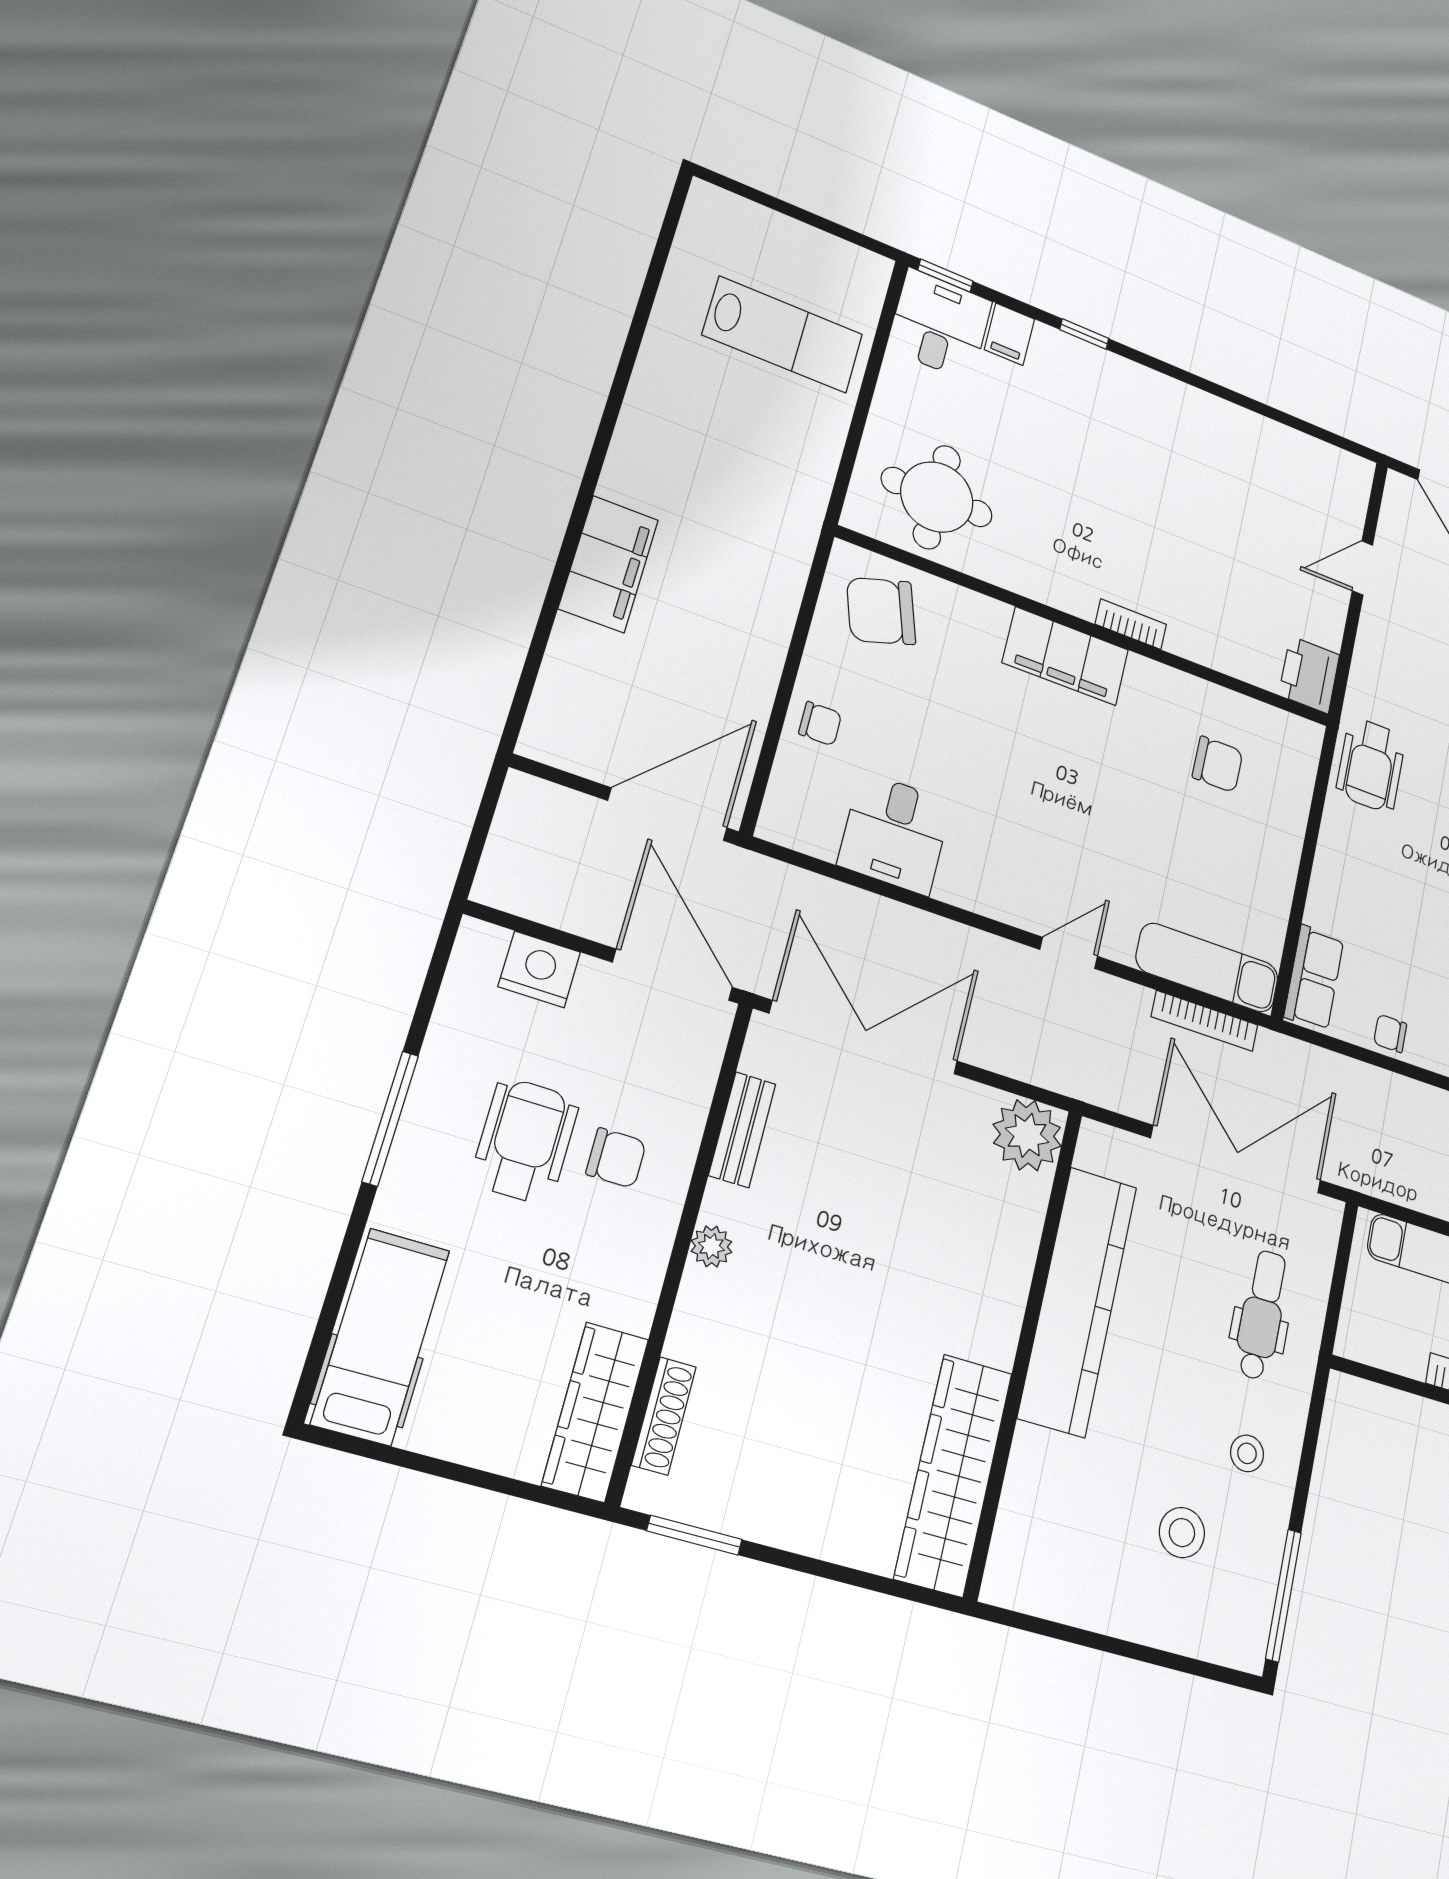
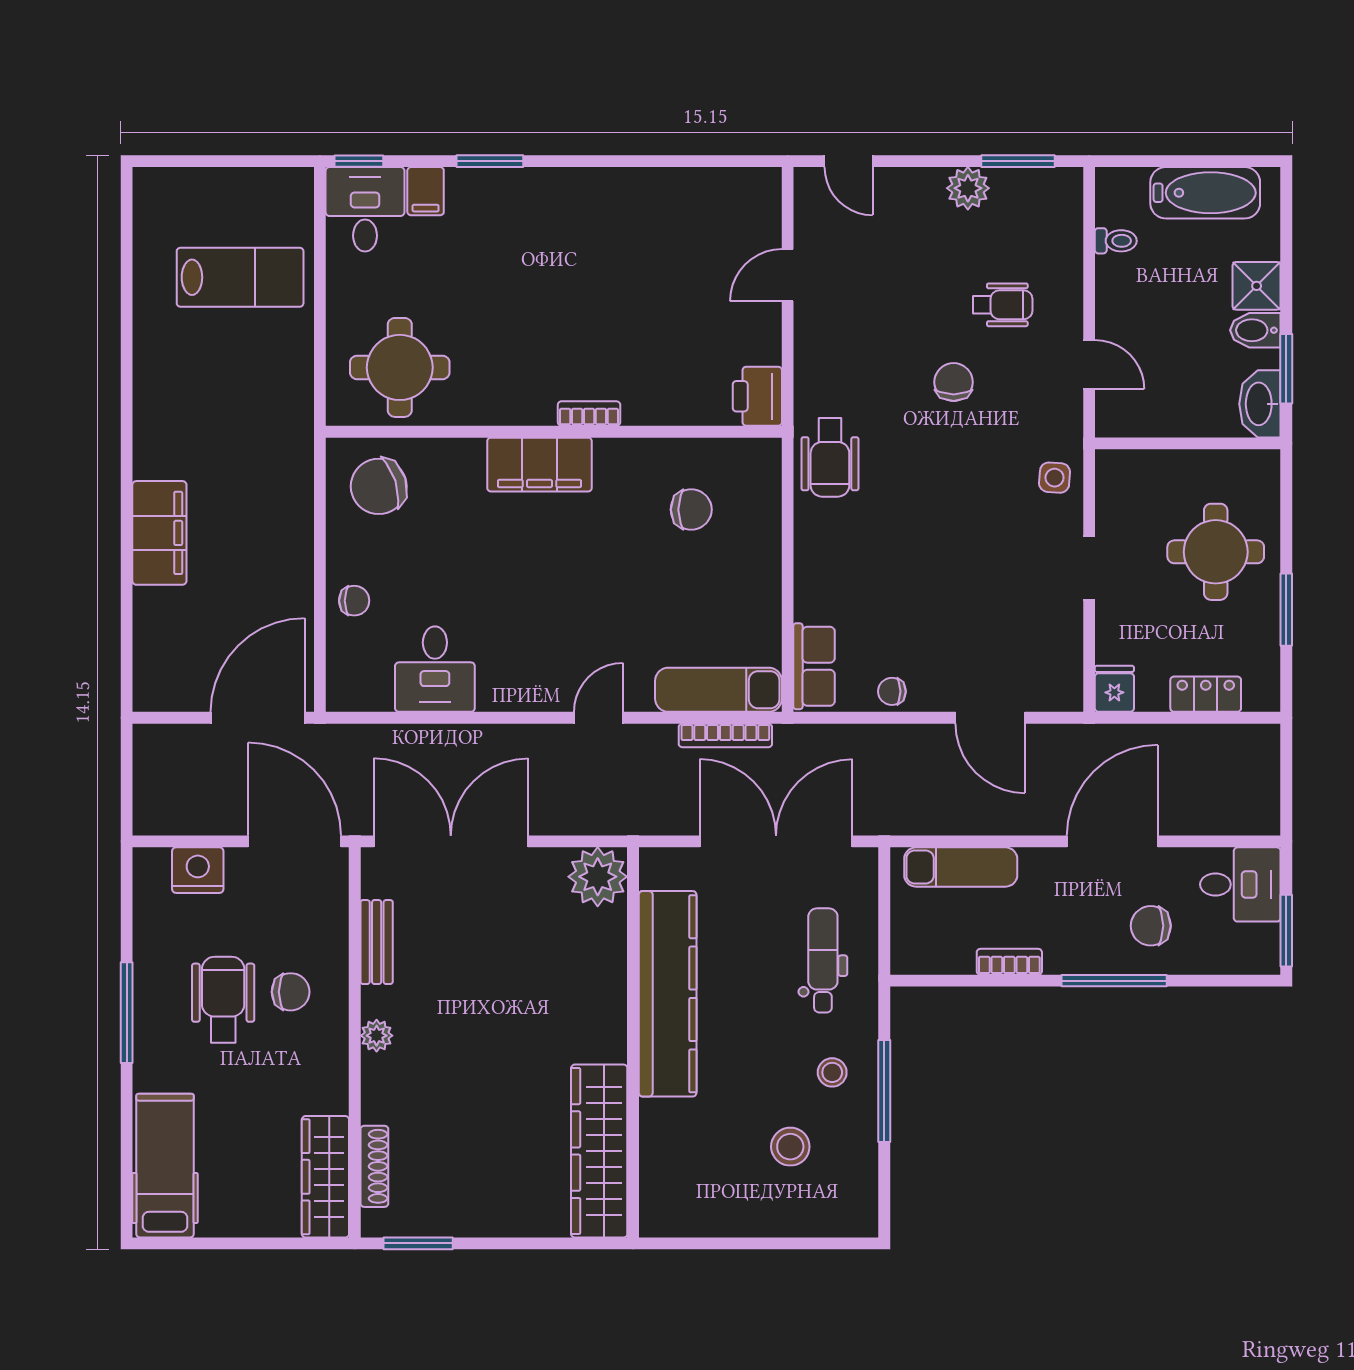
window: (1084, 334) -> (490, 161), width x1.50
window: (1283, 1595) -> (884, 1091), moved

